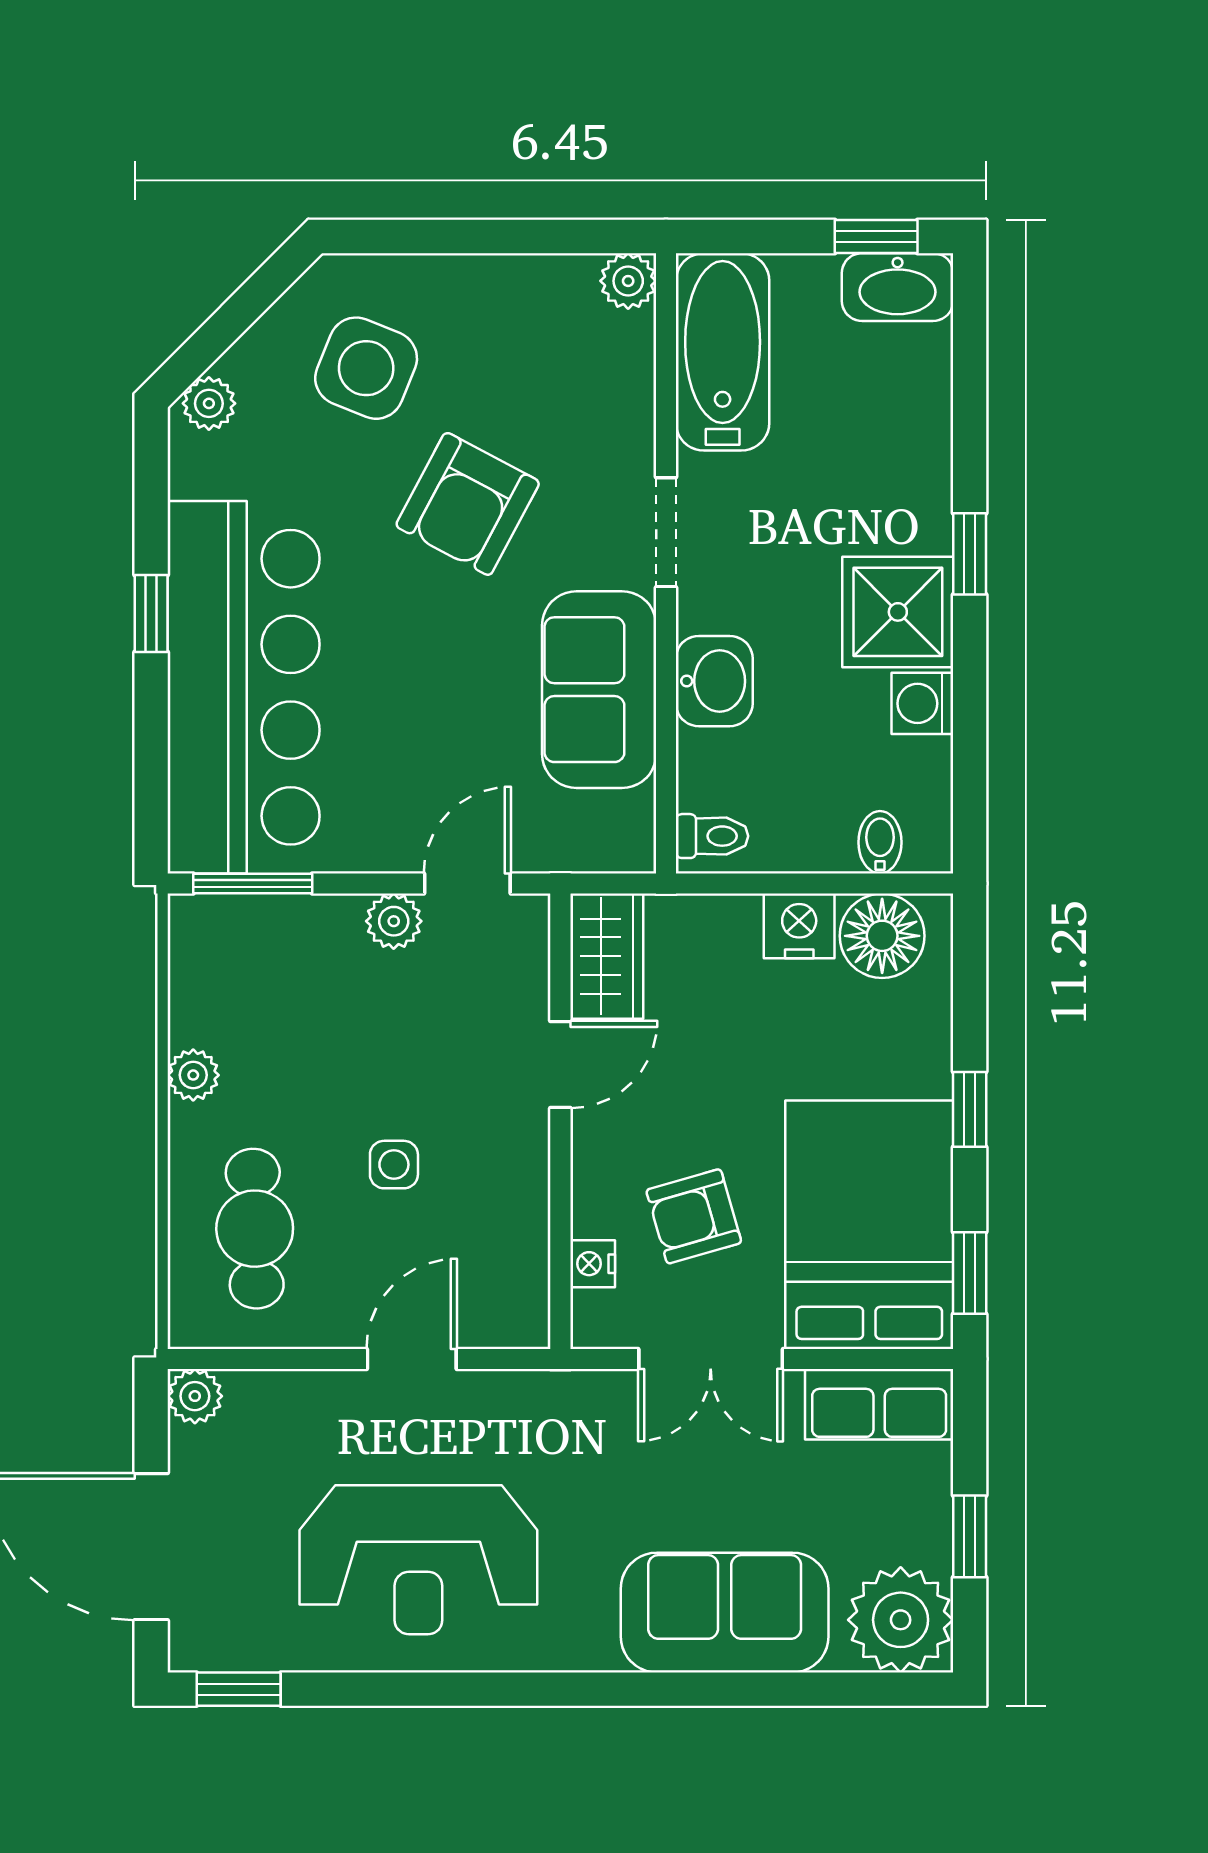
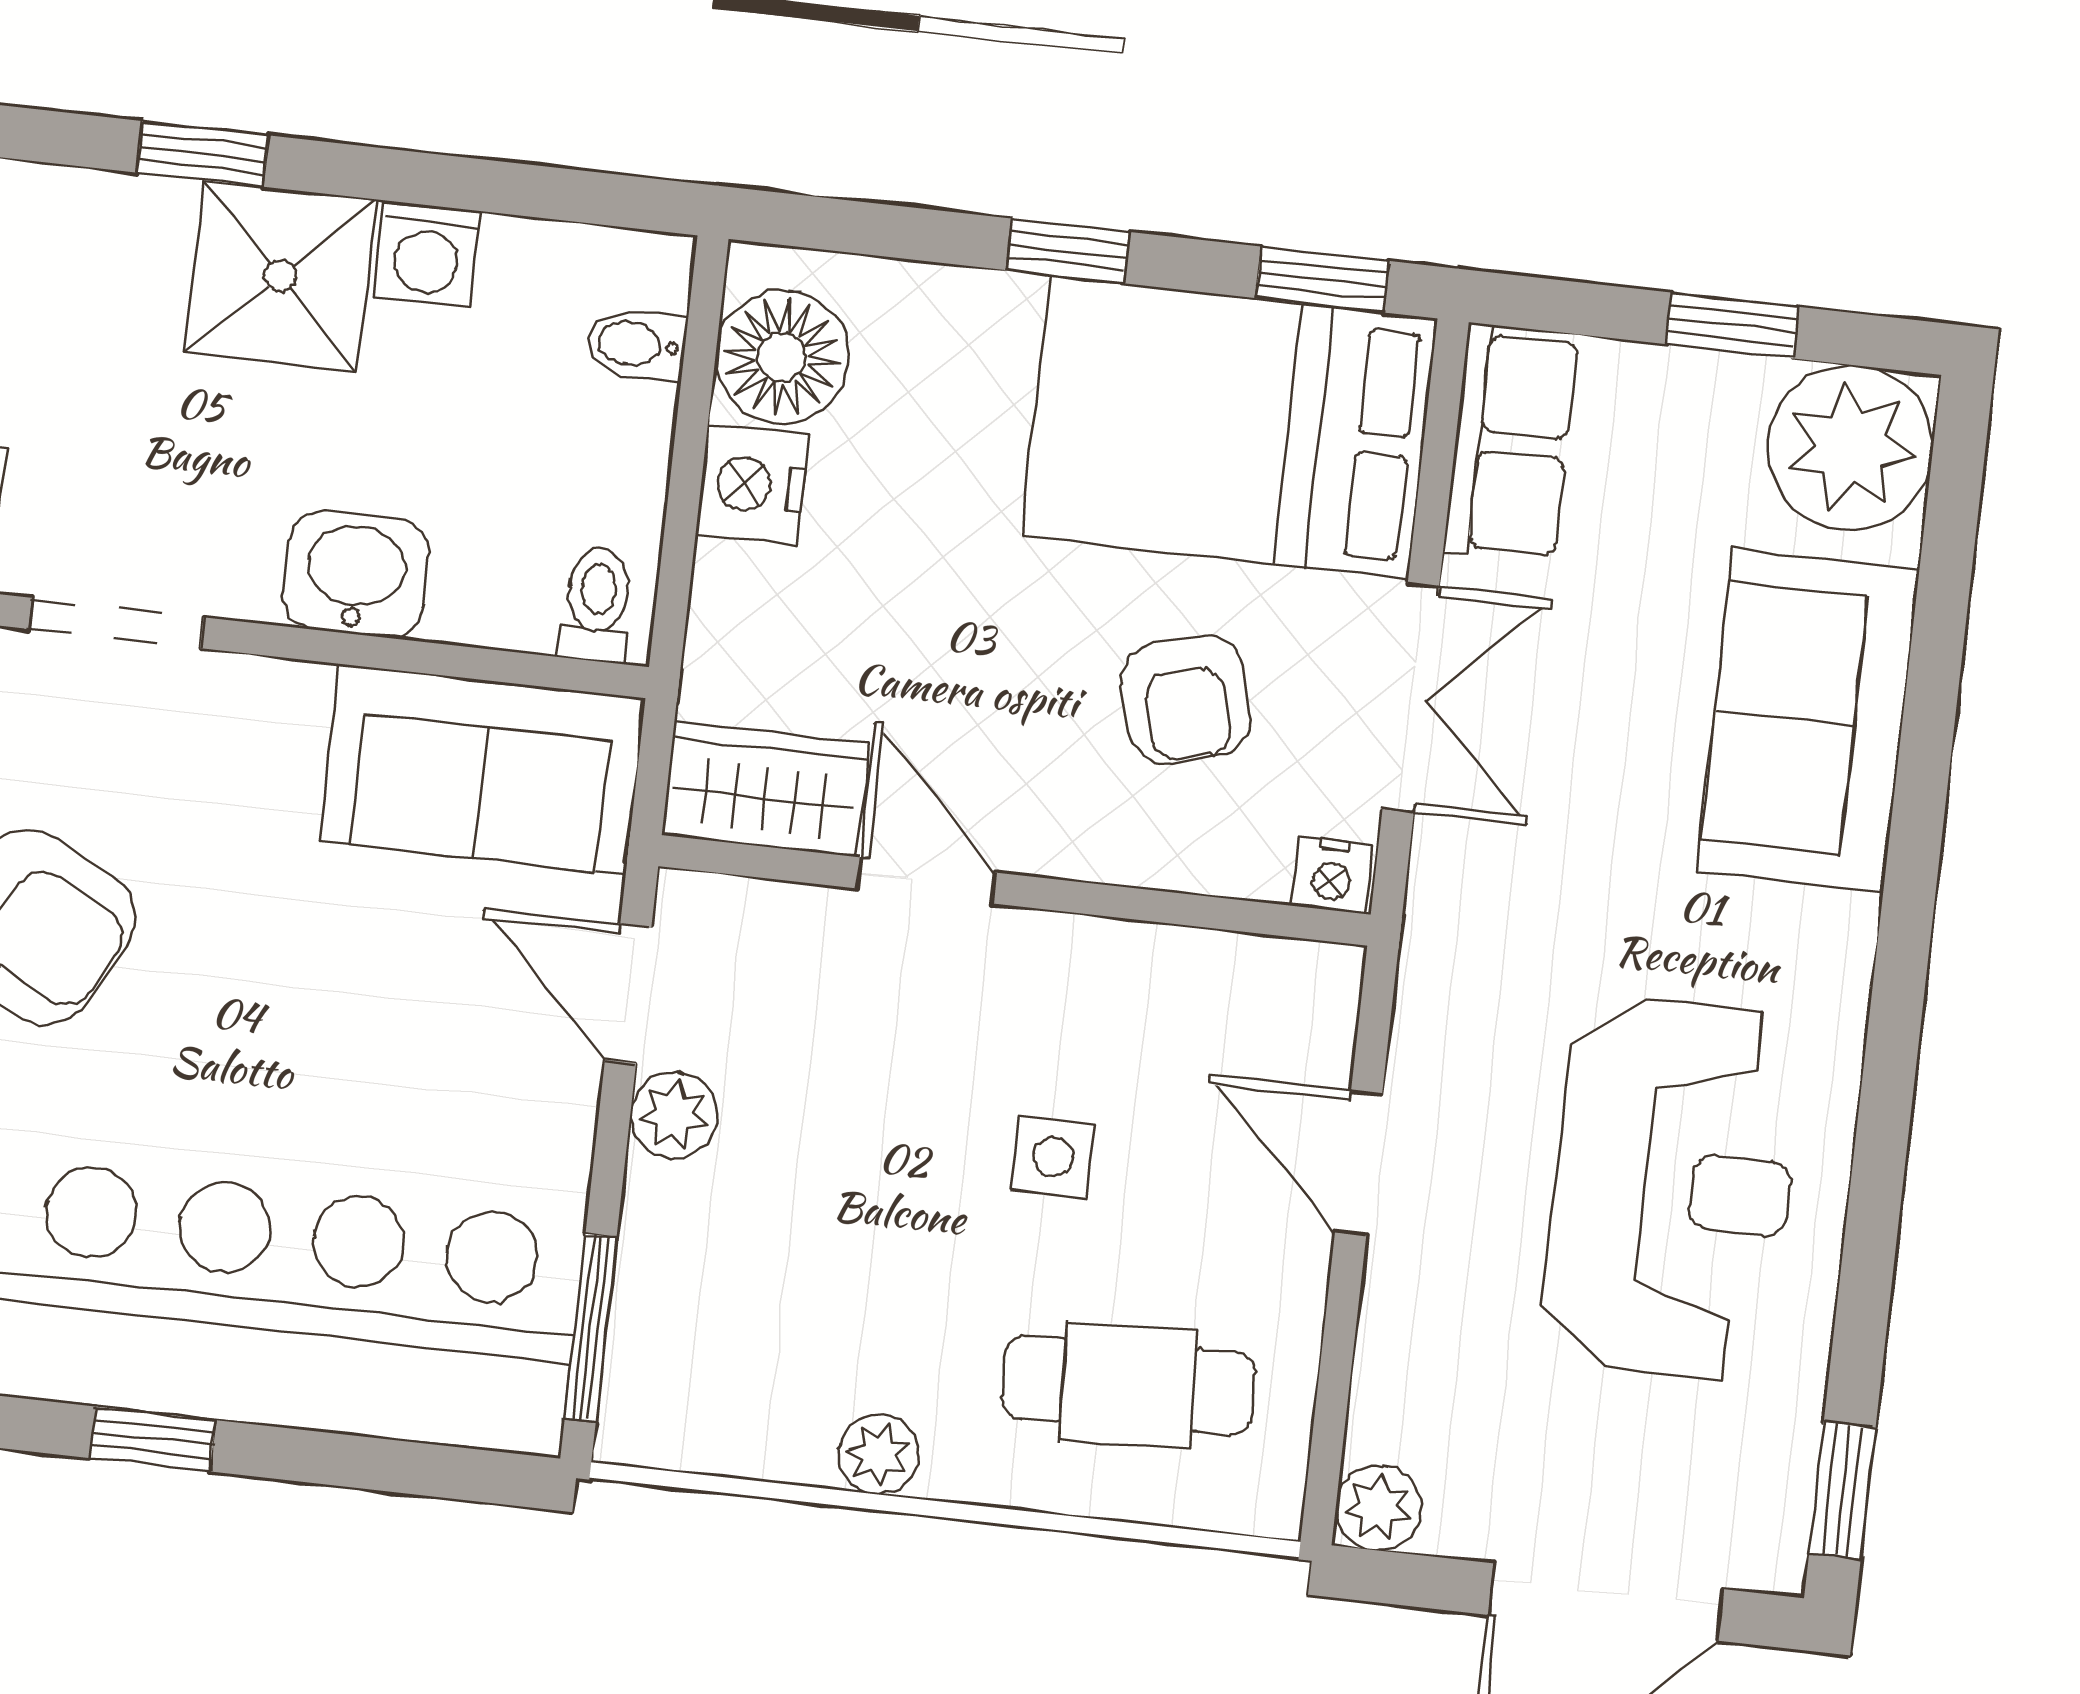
sofa: (599, 690) -> (482, 770), moved
nightstand: (593, 1264) -> (1332, 875), moved

